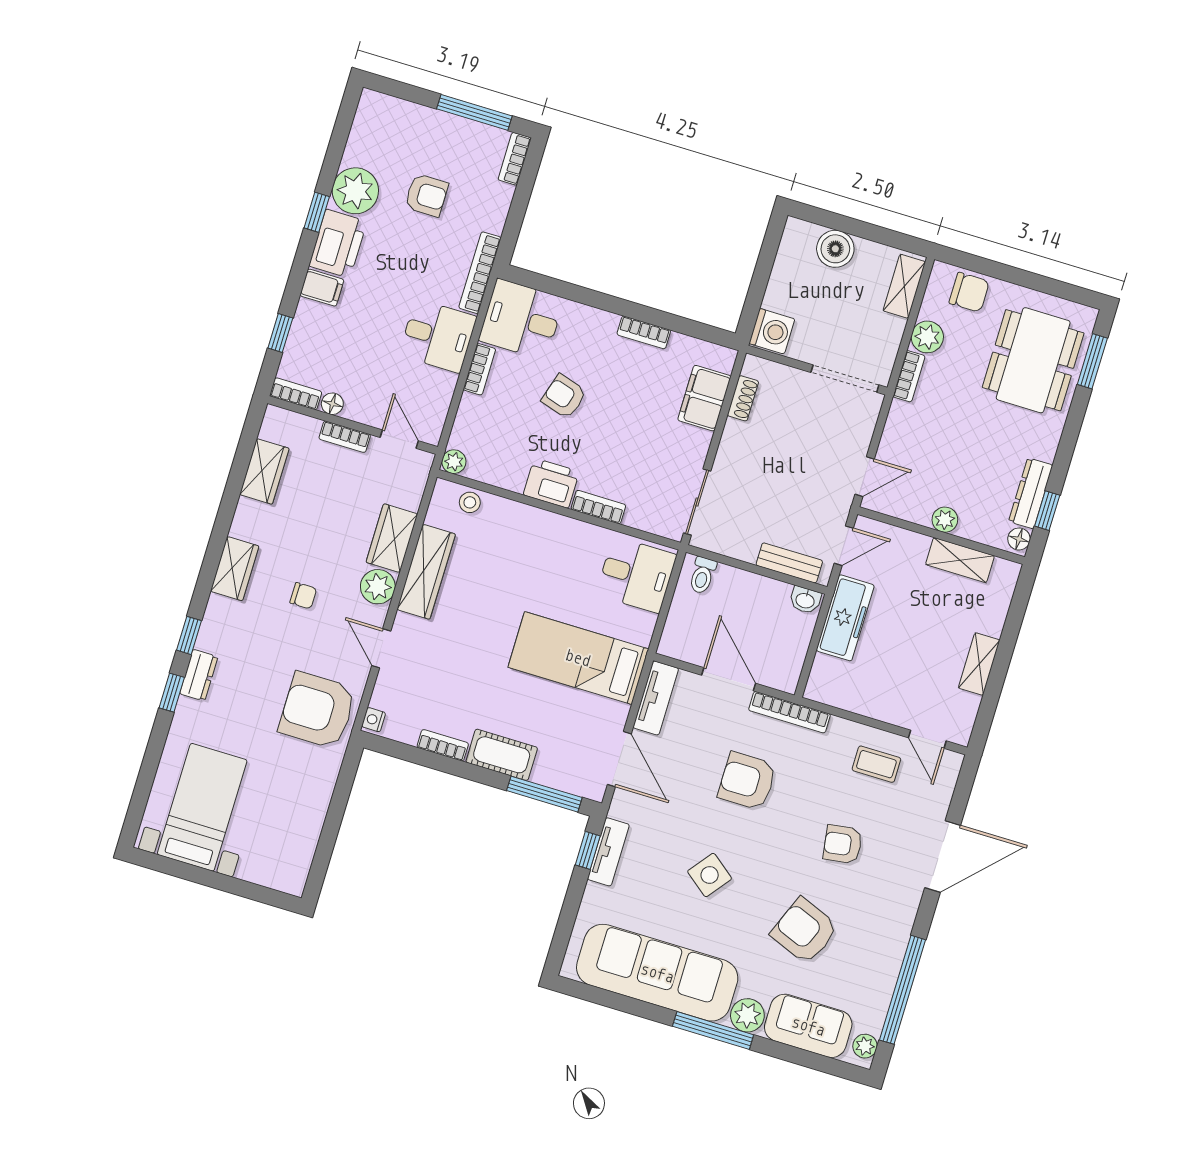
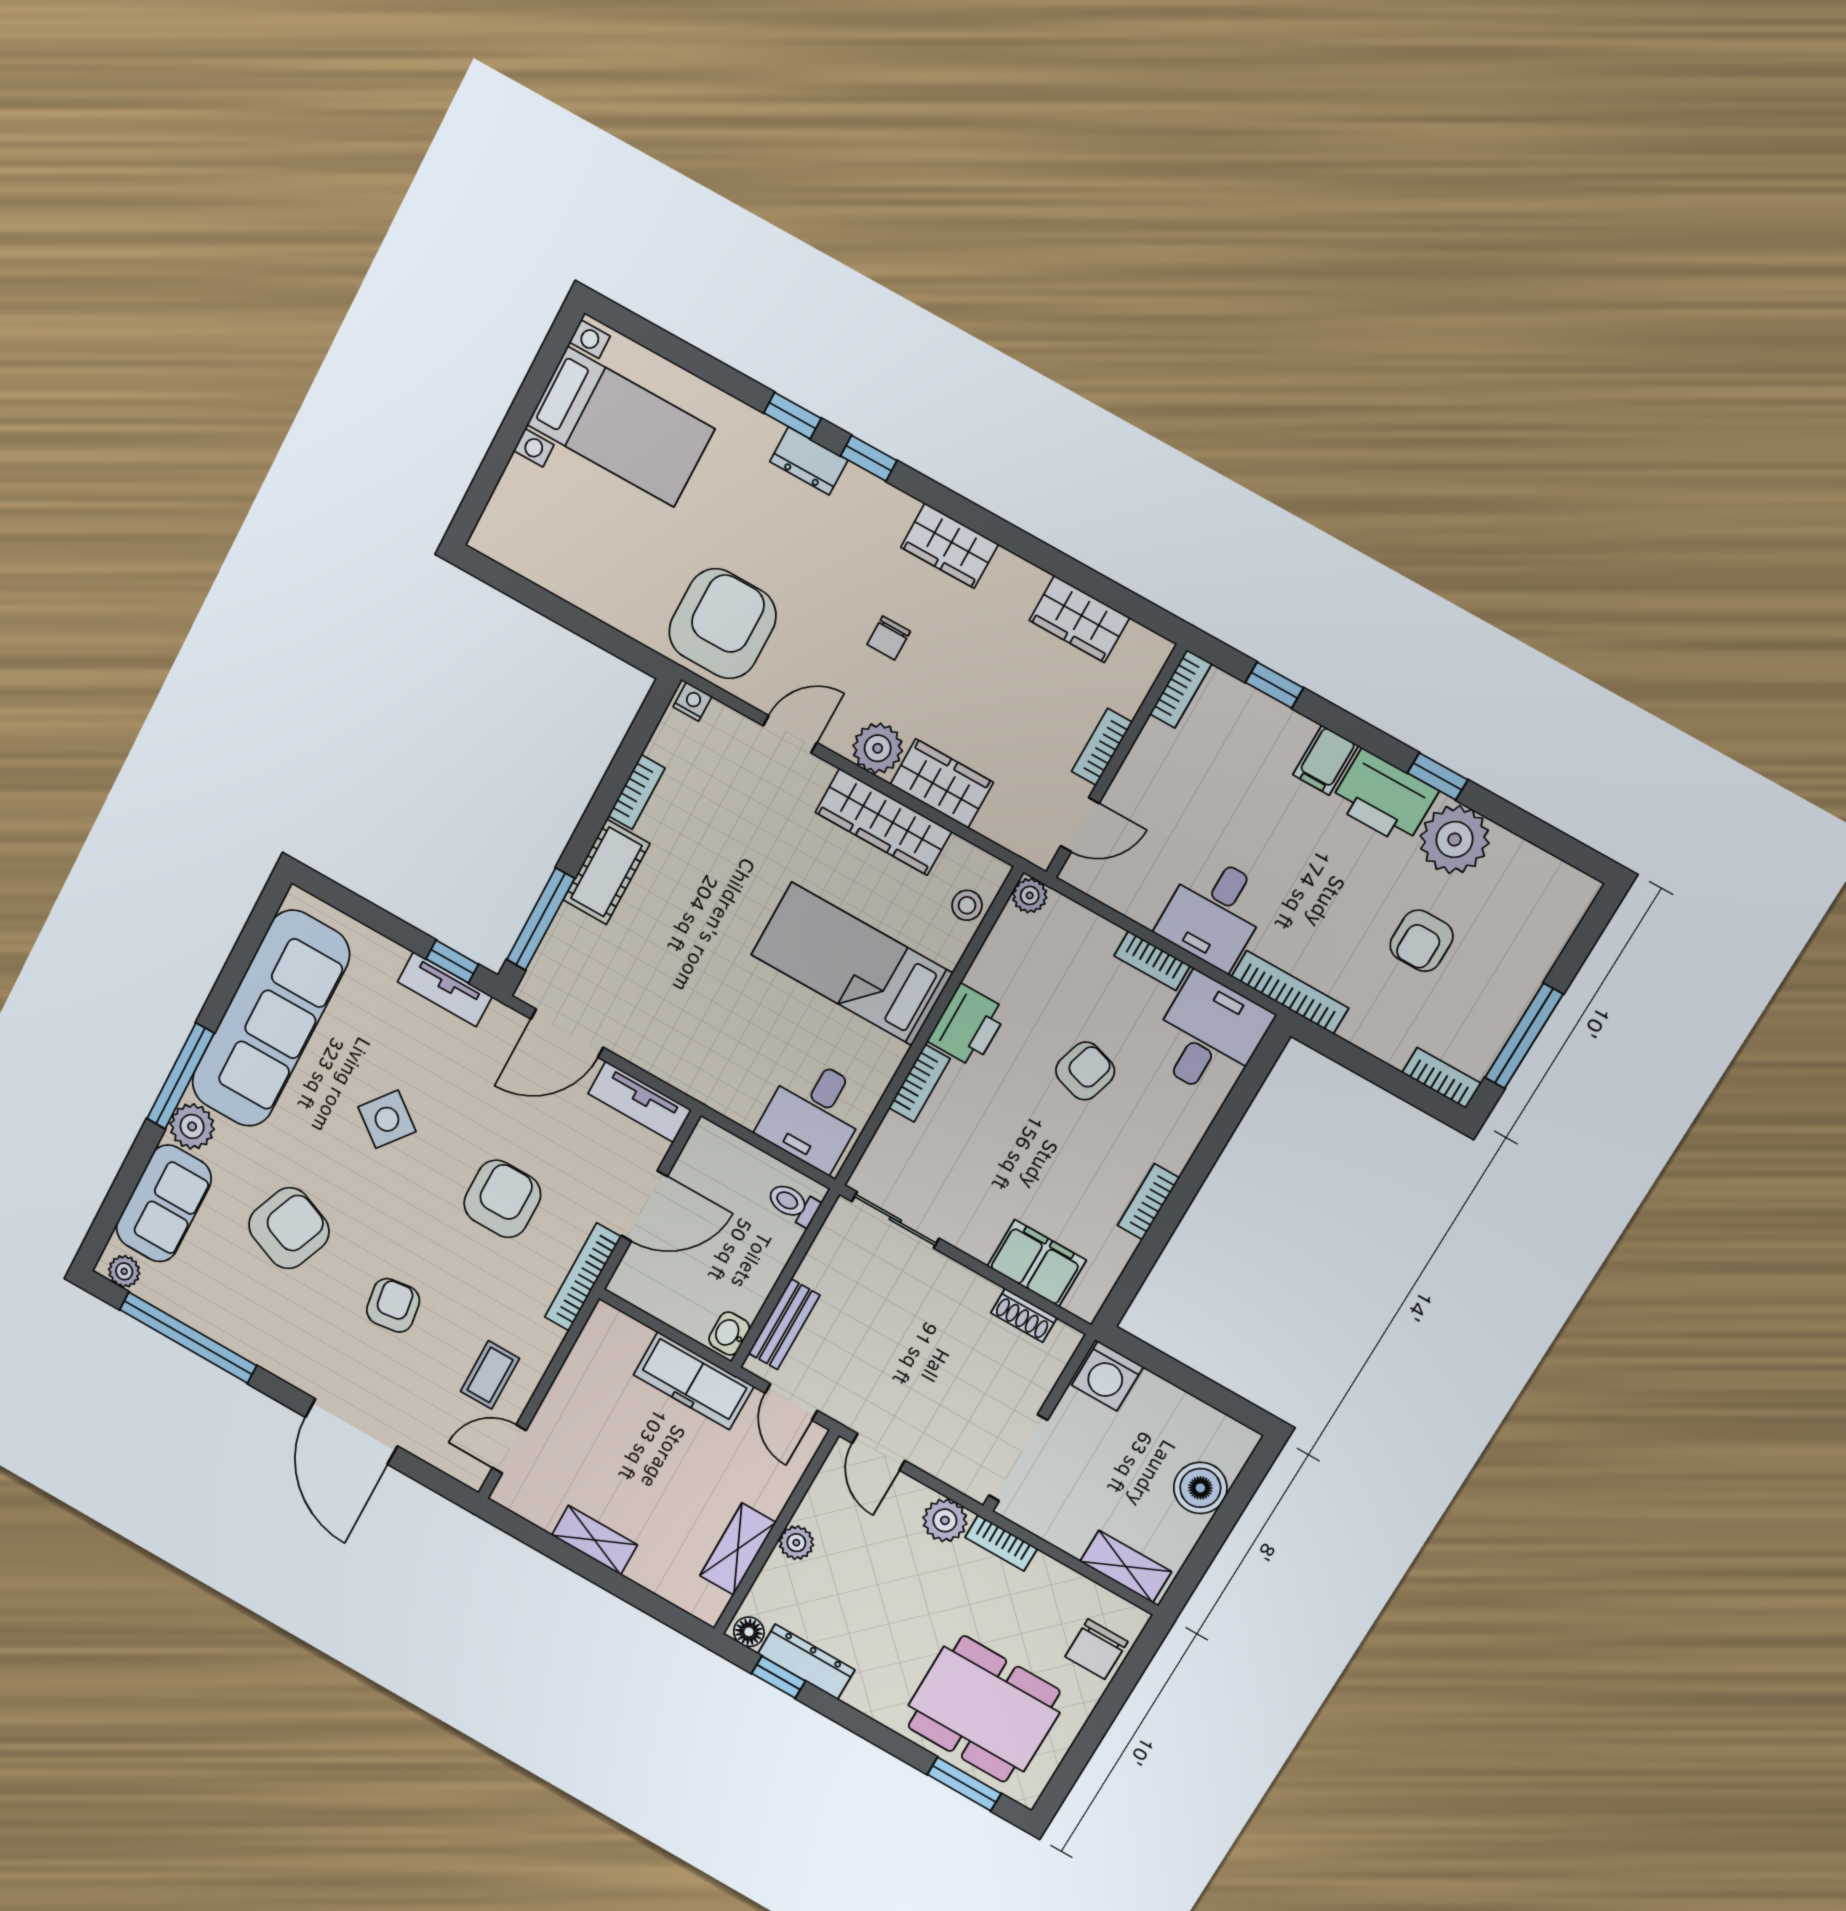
plant: (927, 337) -> (945, 1520), moved
floor lamp: (332, 404) -> (1154, 739), removed
bed: (578, 658) -> (852, 964), moved, turned -90

